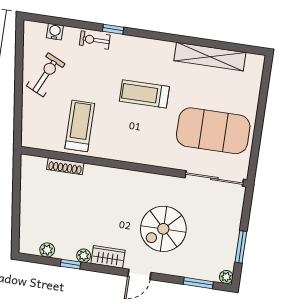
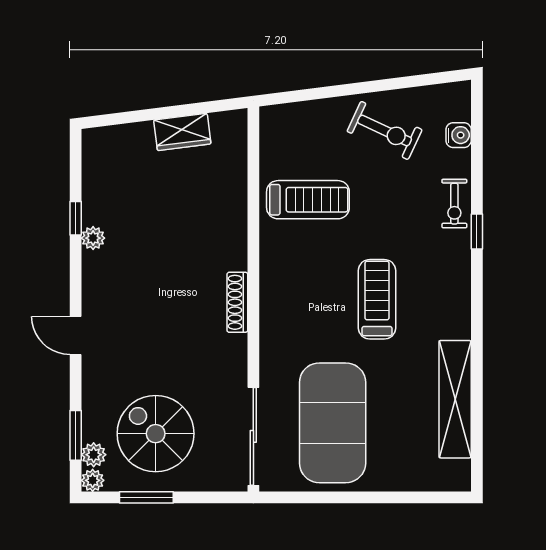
exercise bike: (95, 40) -> (454, 204), turned 180
shoe rack: (65, 166) -> (237, 302), moved
spiral stairs: (163, 229) -> (156, 434), moved
plant: (47, 250) -> (94, 455), moved
wardrobe: (108, 257) -> (182, 132), moved, turned 83

